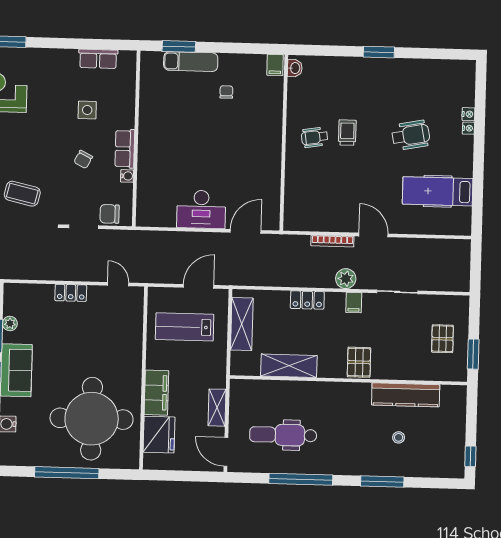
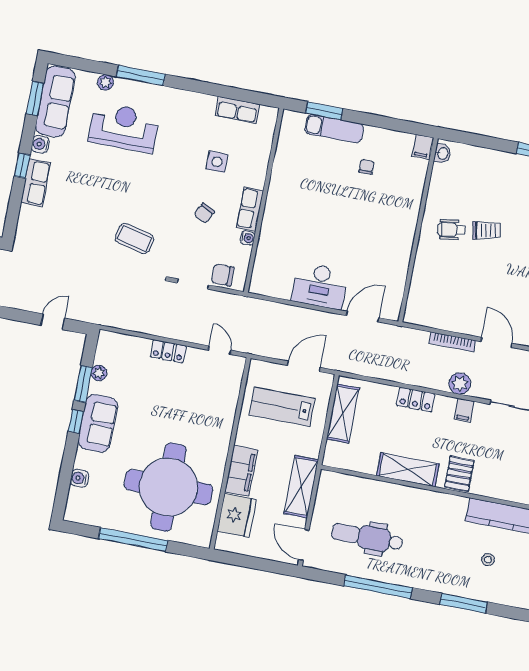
trolley: (347, 133) -> (487, 230), turned 79
shelving: (289, 366) -> (408, 470), moved
shelving: (217, 408) -> (301, 487), width x1.50, depth x1.33

